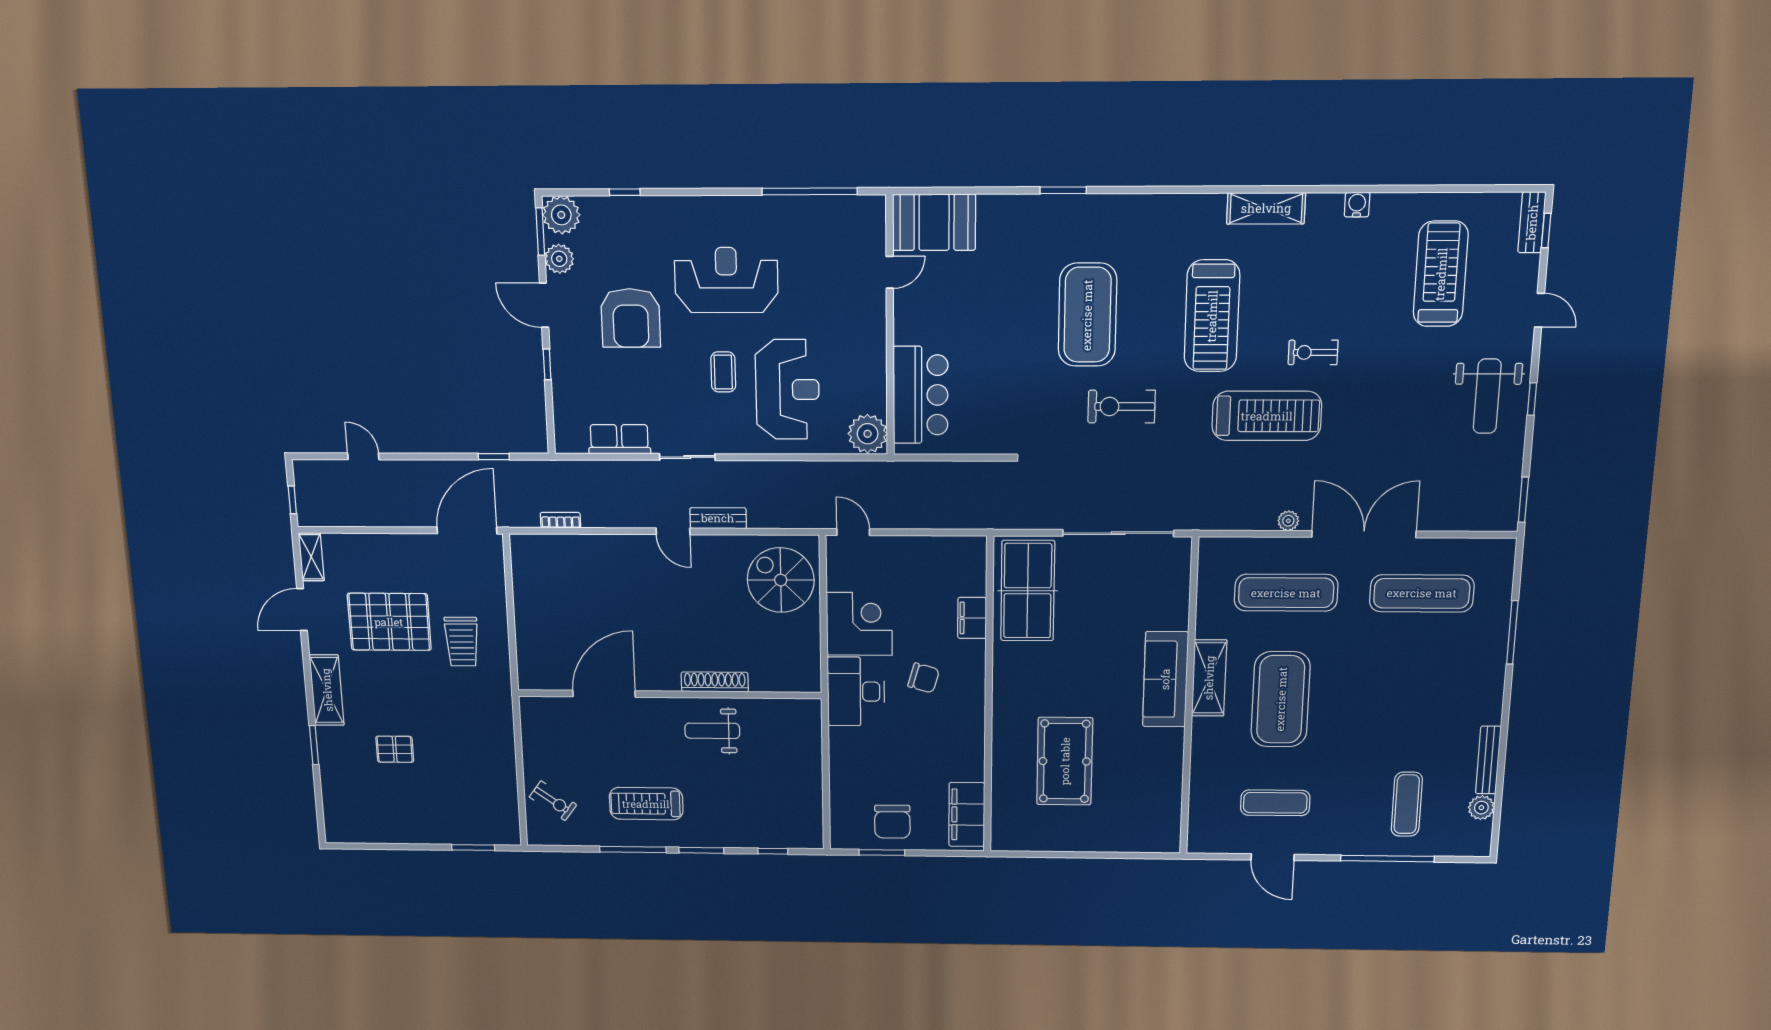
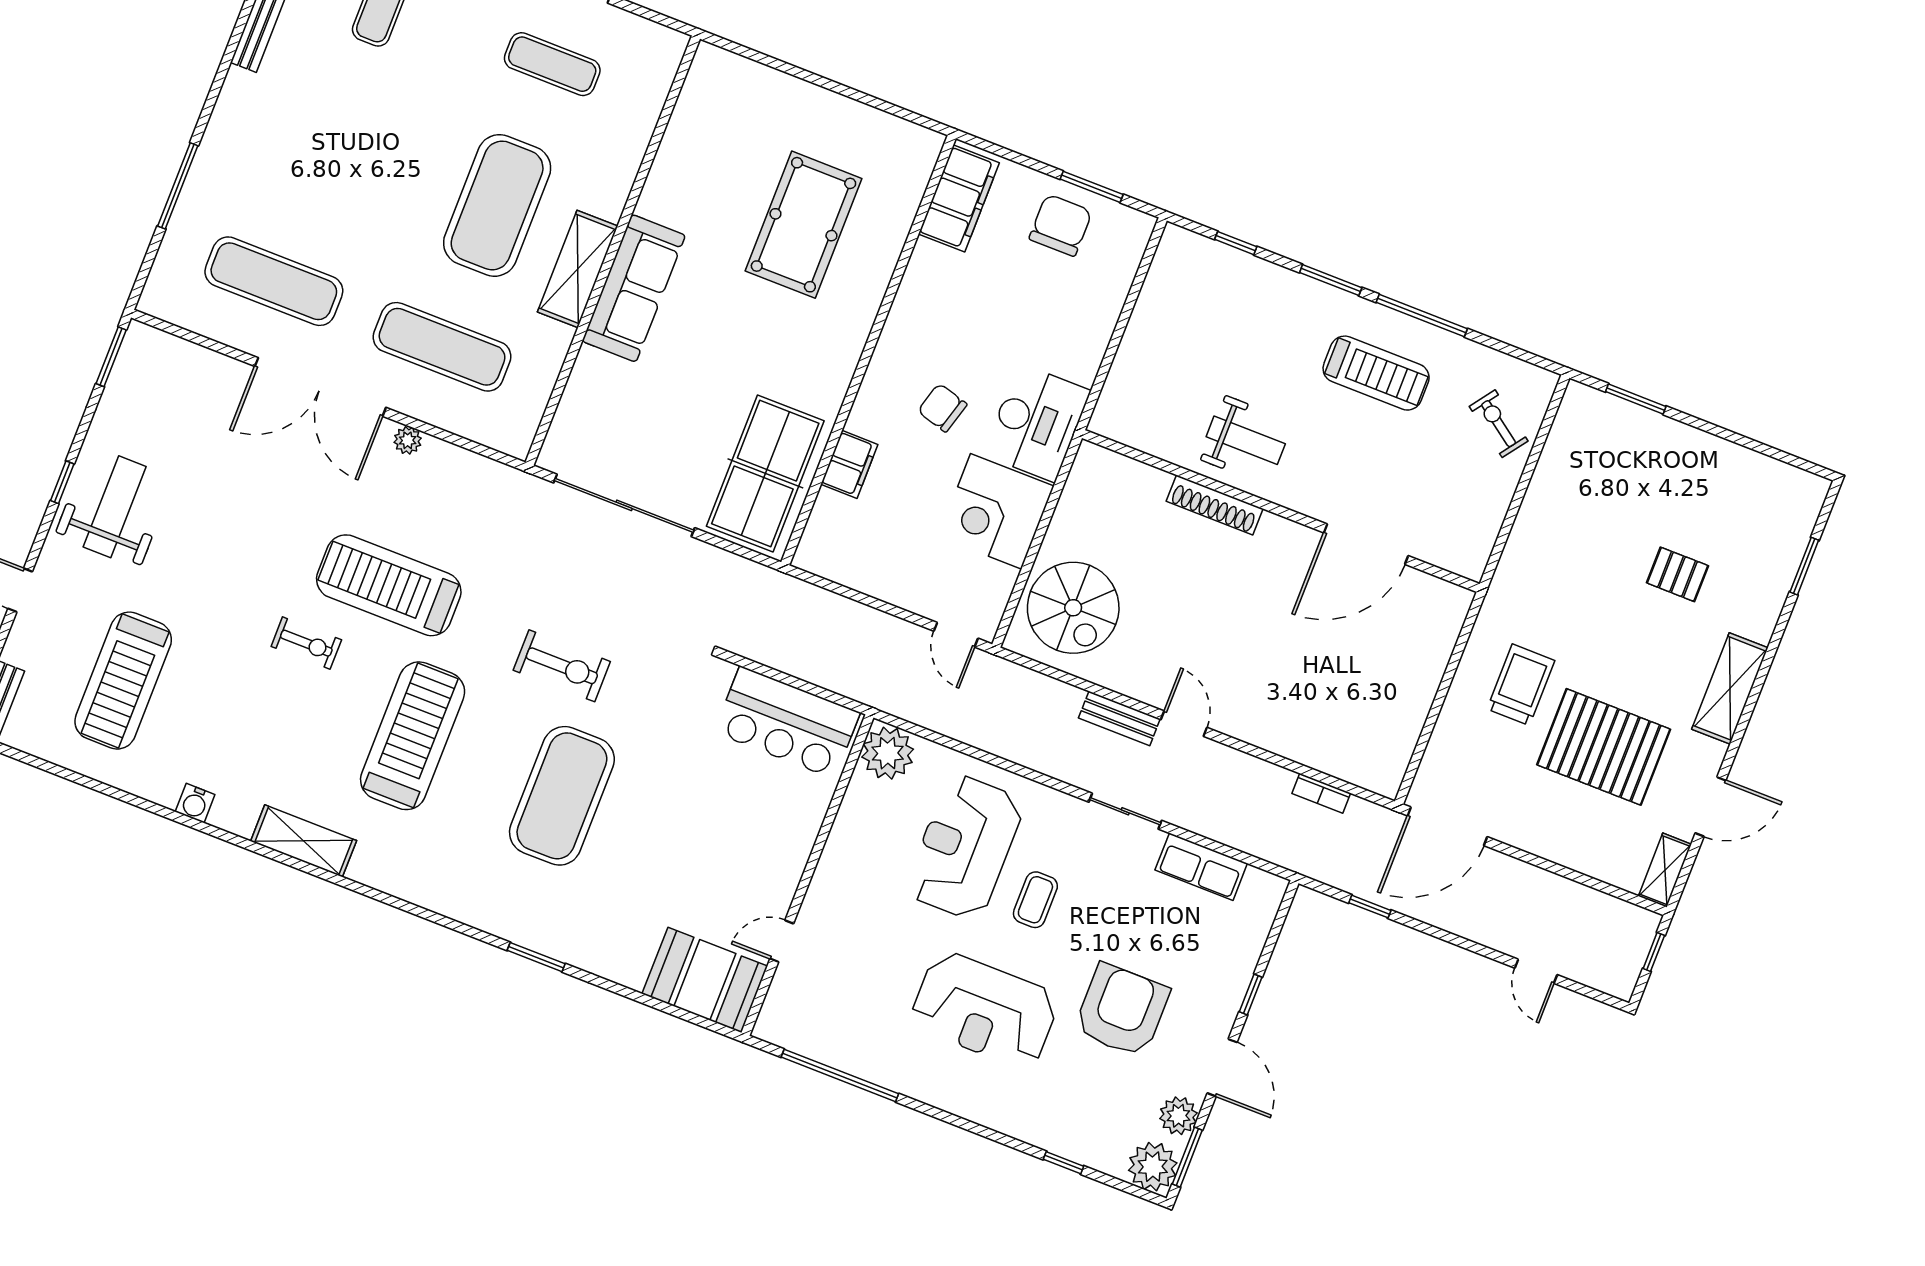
bar counter: (921, 395) -> (787, 722), moved, turned -90
window: (314, 745) -> (1804, 566), moved

